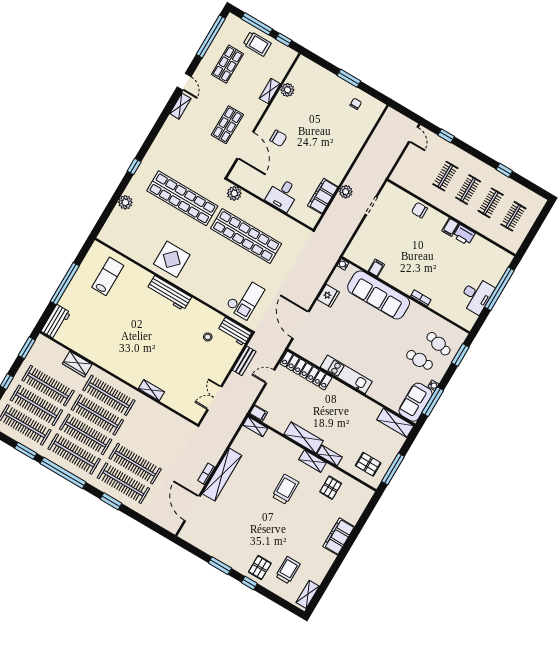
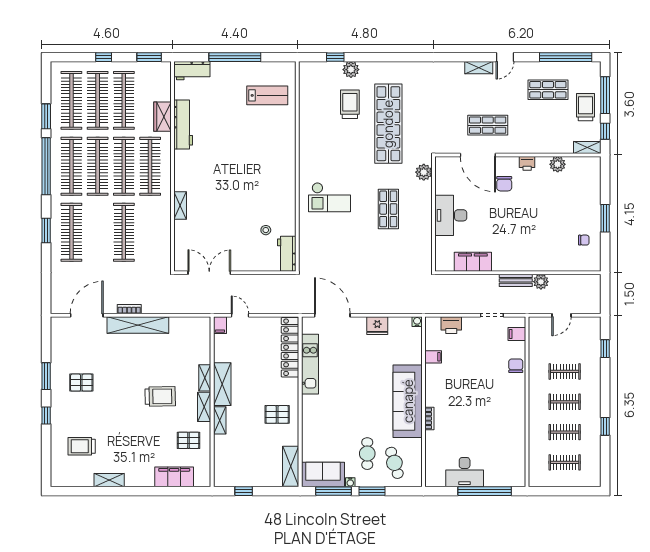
trolley: (257, 44) -> (585, 107), turned 180
shelving: (270, 91) -> (587, 147), moved
printer: (273, 112) -> (527, 163), added
door: (413, 134) -> (562, 315), moved
door: (245, 145) -> (478, 155), hinge flipped
window: (134, 166) -> (335, 57), moved
plant: (346, 192) -> (541, 282), moved
desk: (283, 195) -> (451, 215), width x1.37
trolley: (151, 218) -> (350, 104), added
filing cabinet: (450, 227) -> (517, 334), moved
printer: (464, 235) -> (451, 325), moved, turned -90
shop shelf: (246, 236) -> (388, 209), width x0.50, depth x0.74
display table: (172, 259) -> (322, 149), removed
workbench: (169, 293) -> (183, 125), moved, turned 180
sofa: (379, 295) -> (408, 401), moved
checkout: (245, 299) -> (330, 197), moved
door: (301, 325) -> (332, 315), hinge flipped
cafe table: (438, 344) -> (394, 463), turned -31
window: (460, 355) -> (372, 491), moved
bench: (244, 361) -> (516, 280), moved
kitchen unit: (346, 374) -> (310, 364), moved
door: (270, 377) -> (240, 315), moved
double door: (215, 398) -> (209, 273), width x1.37
shelving: (255, 427) -> (205, 378), moved
clothes rail: (135, 464) -> (124, 232), moved
pallet: (368, 464) -> (277, 414), moved, turned 90
window: (393, 469) -> (244, 491), width x0.46
filing cabinet: (339, 537) -> (174, 477), moved
pallet: (260, 568) -> (81, 383), moved
trolley: (288, 570) -> (82, 446), turned 180
shelving: (308, 594) -> (109, 480), moved

